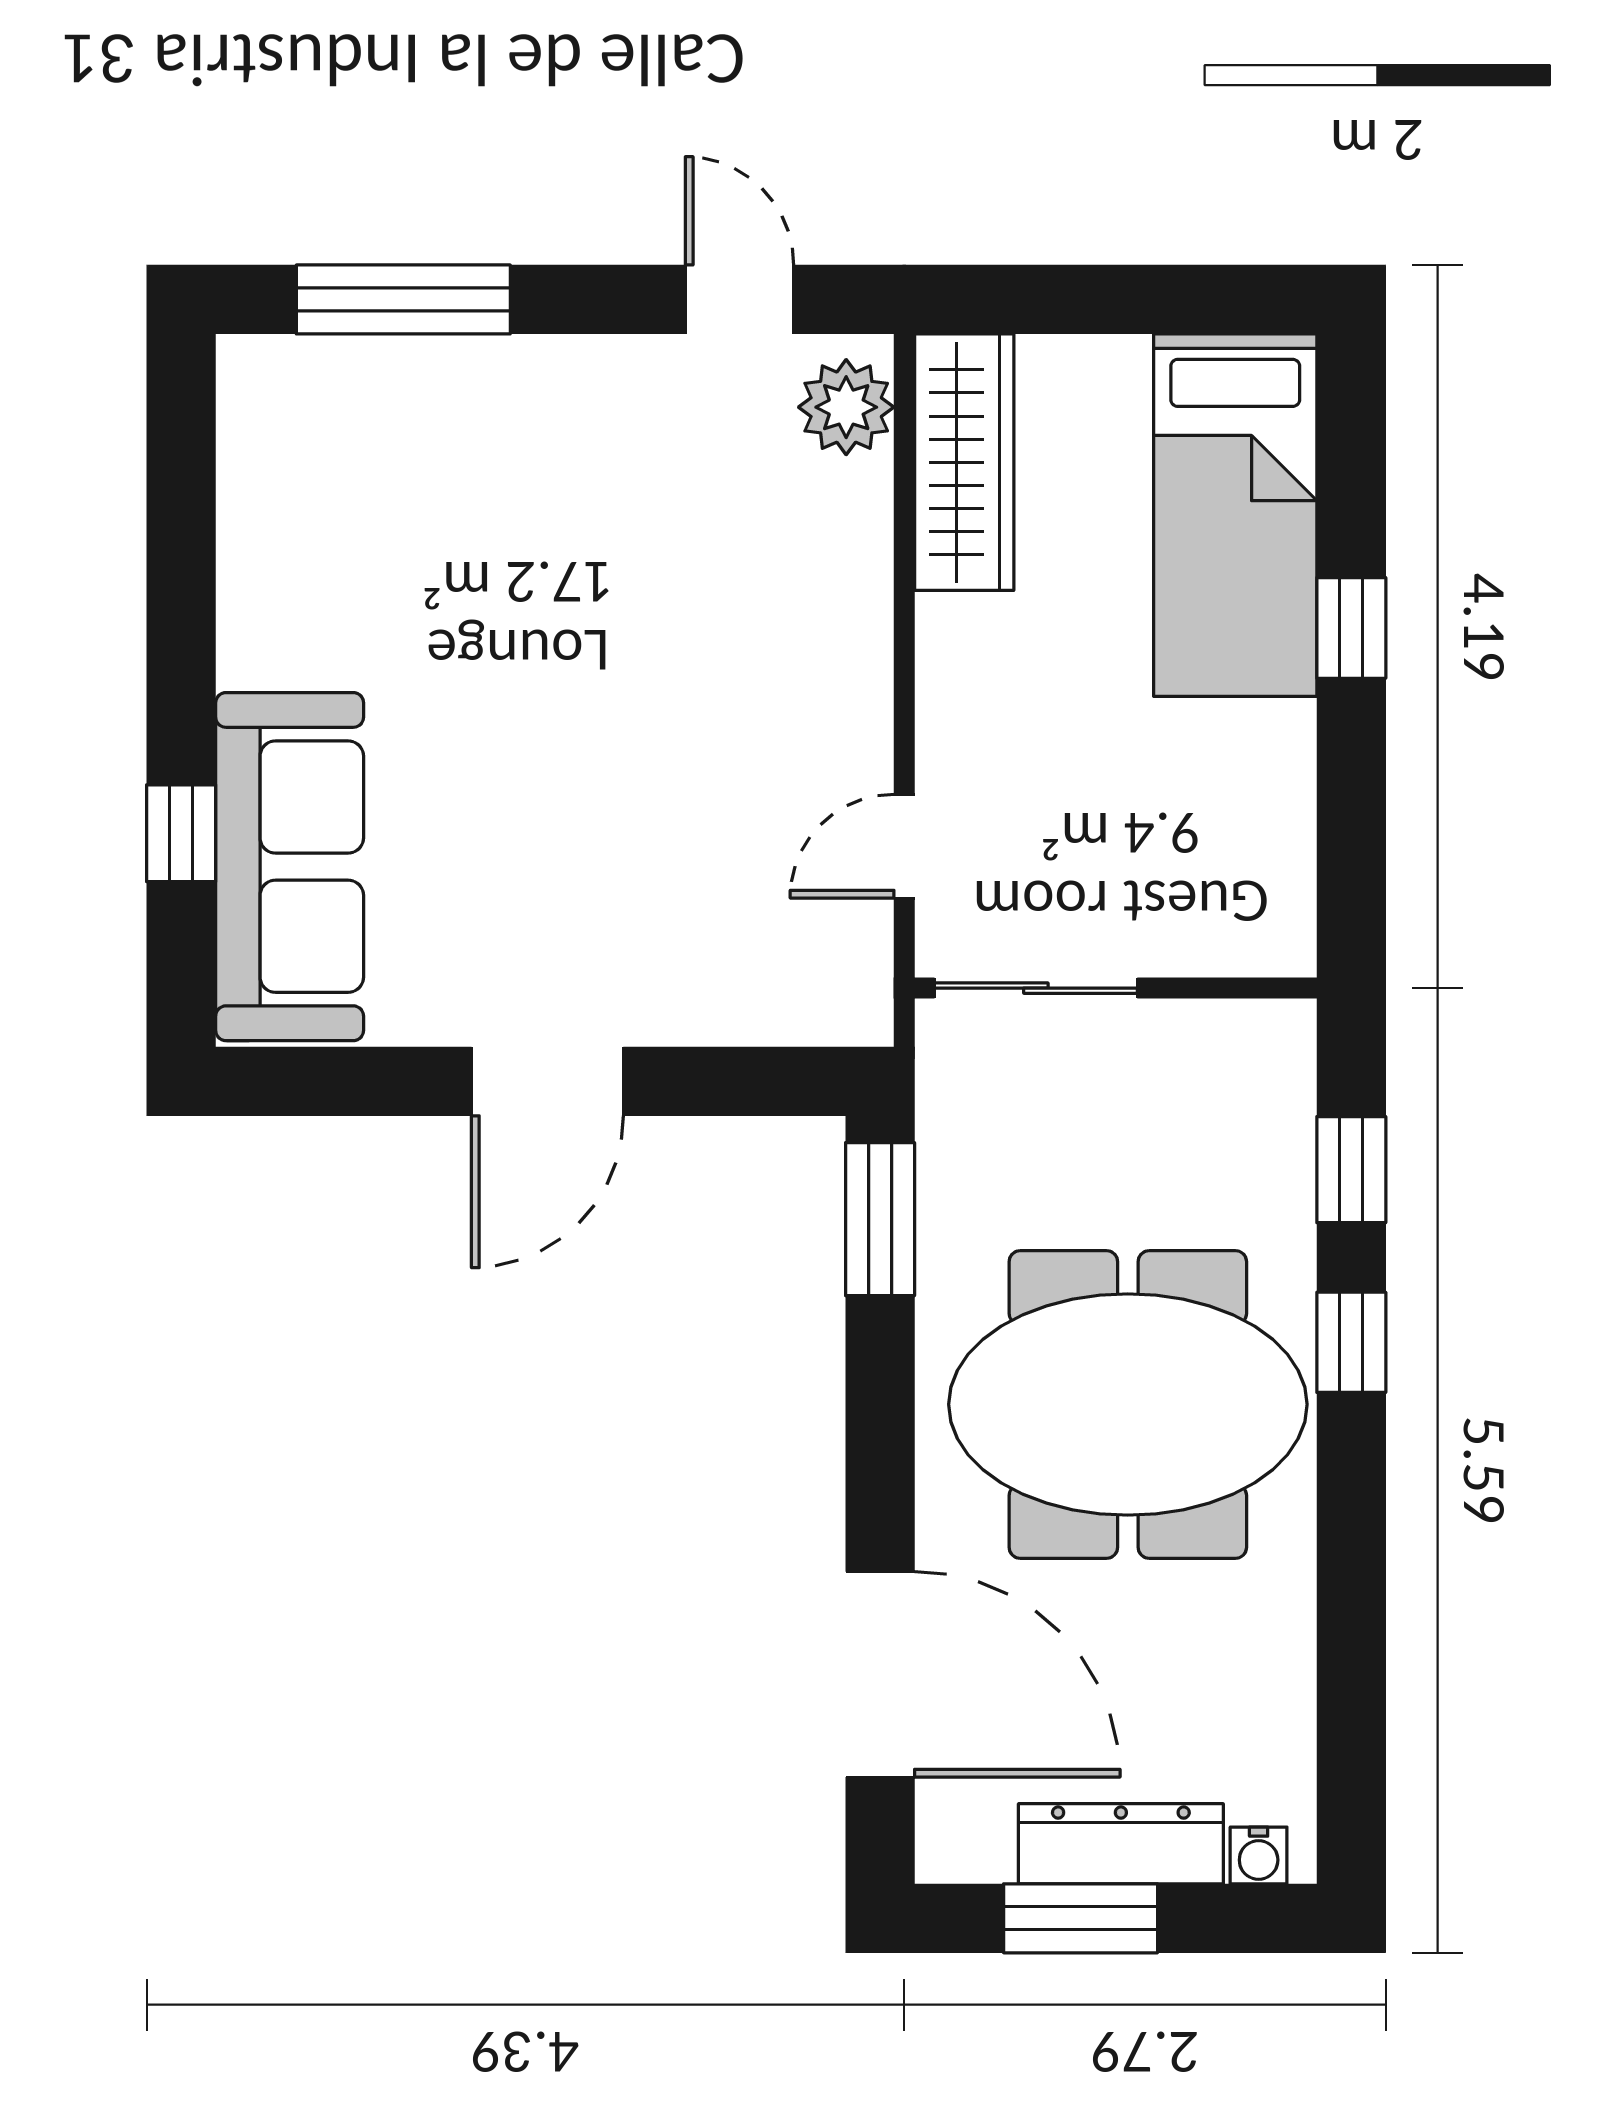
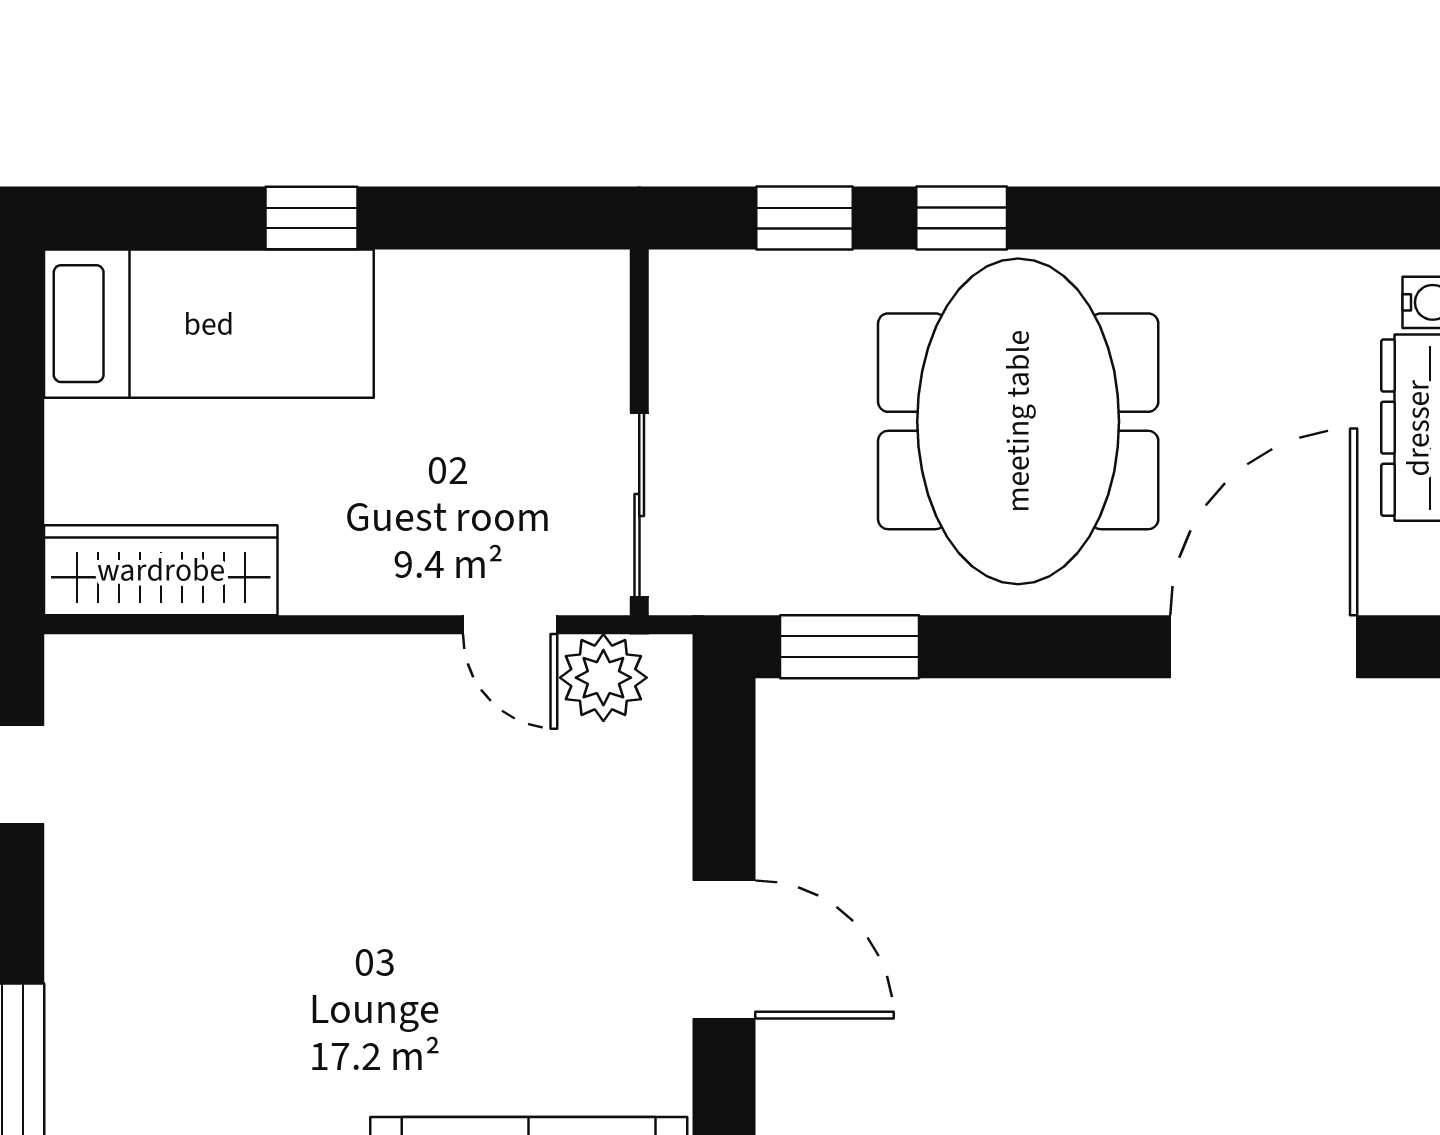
plant: (846, 407) -> (603, 678), moved

